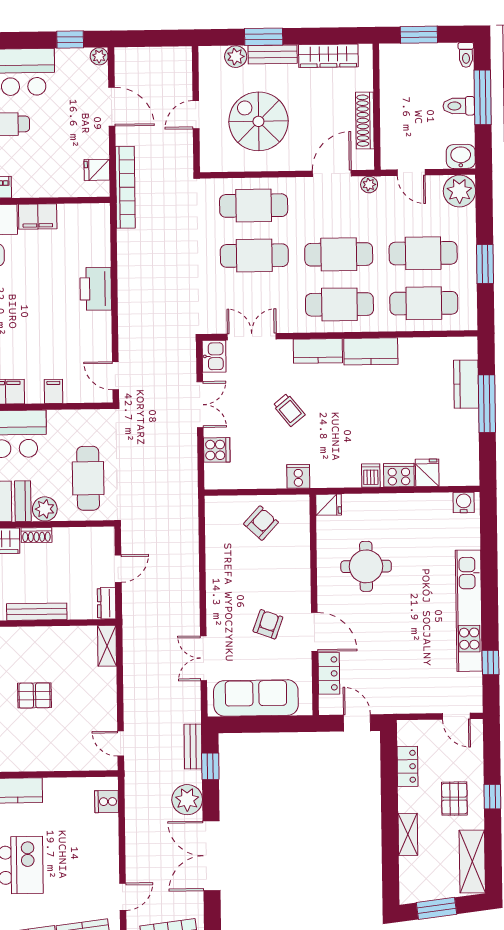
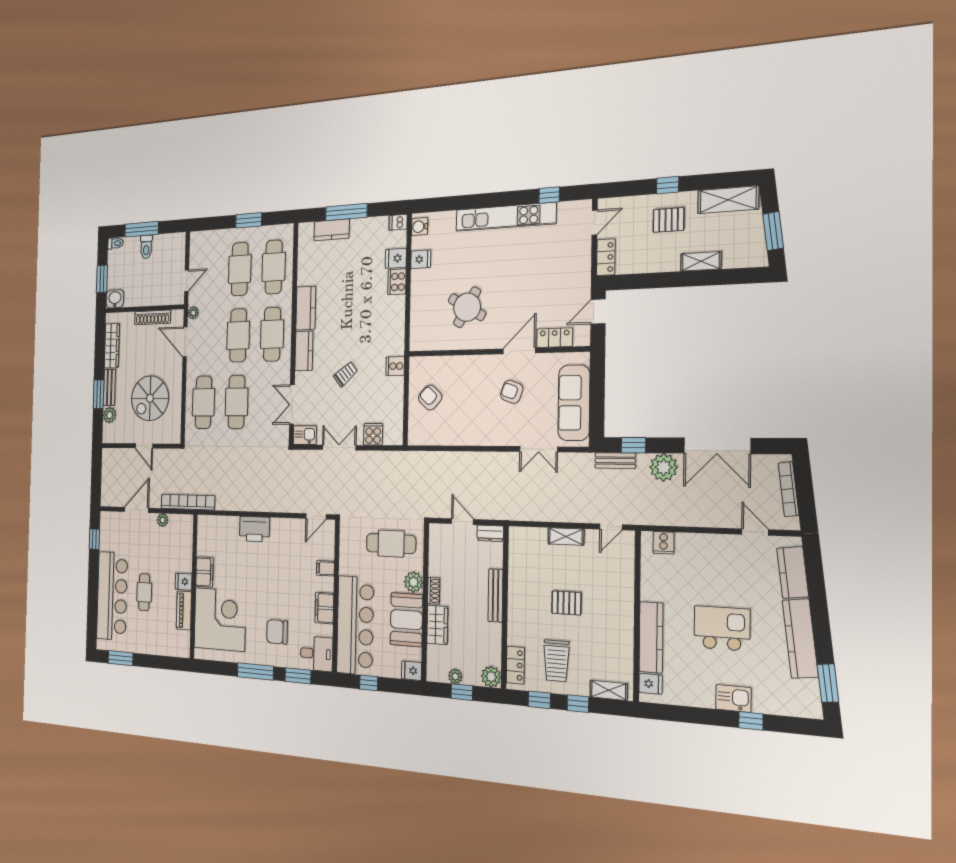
plant: (99, 56) -> (163, 520), moved
washbasin: (461, 156) -> (115, 299), moved, turned 90
fridge: (97, 170) -> (184, 582), moved, turned 90
plant: (459, 191) -> (200, 243), removed
dishwasher: (371, 476) -> (398, 222), moved
fridge: (329, 505) -> (421, 259), moved, turned 90
round table: (366, 566) -> (467, 307), turned 30
shelving: (107, 646) -> (566, 536), moved
pallet: (34, 695) -> (566, 603), turned 90
locker: (408, 766) -> (606, 257), moved, turned 90

